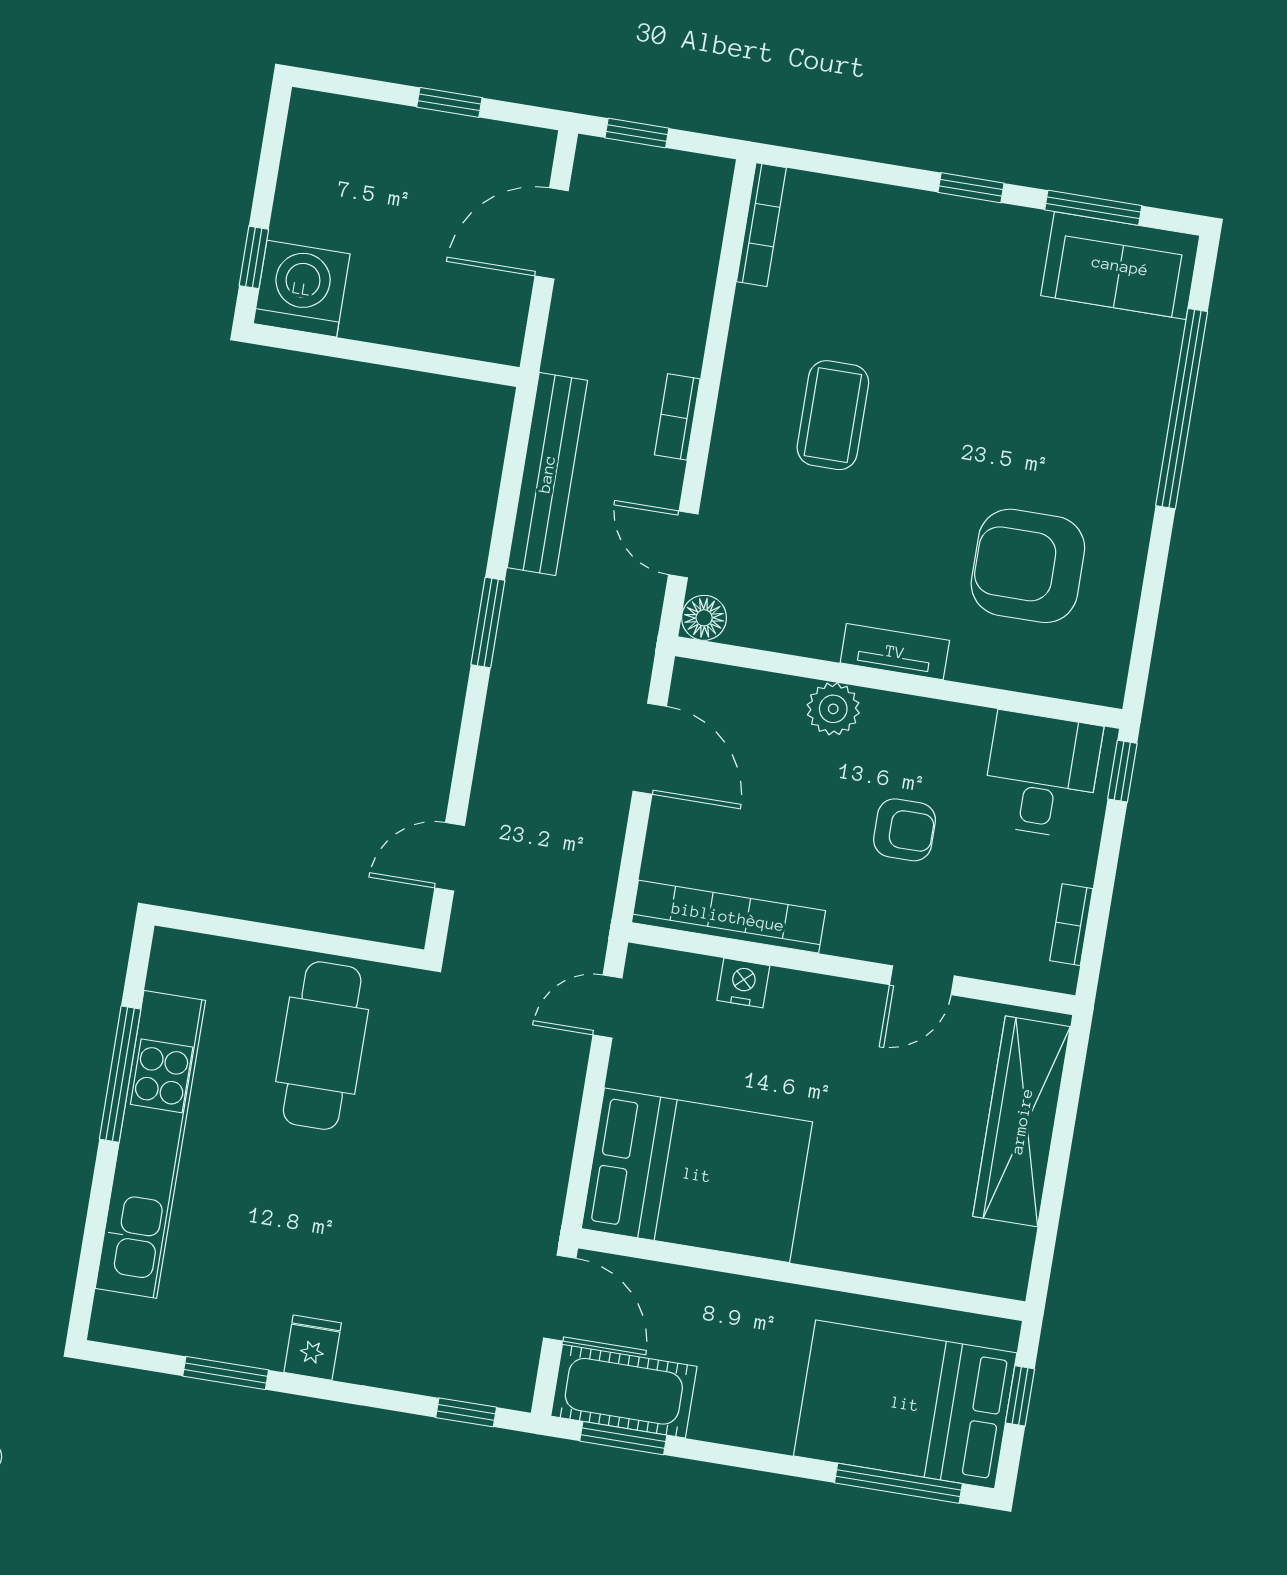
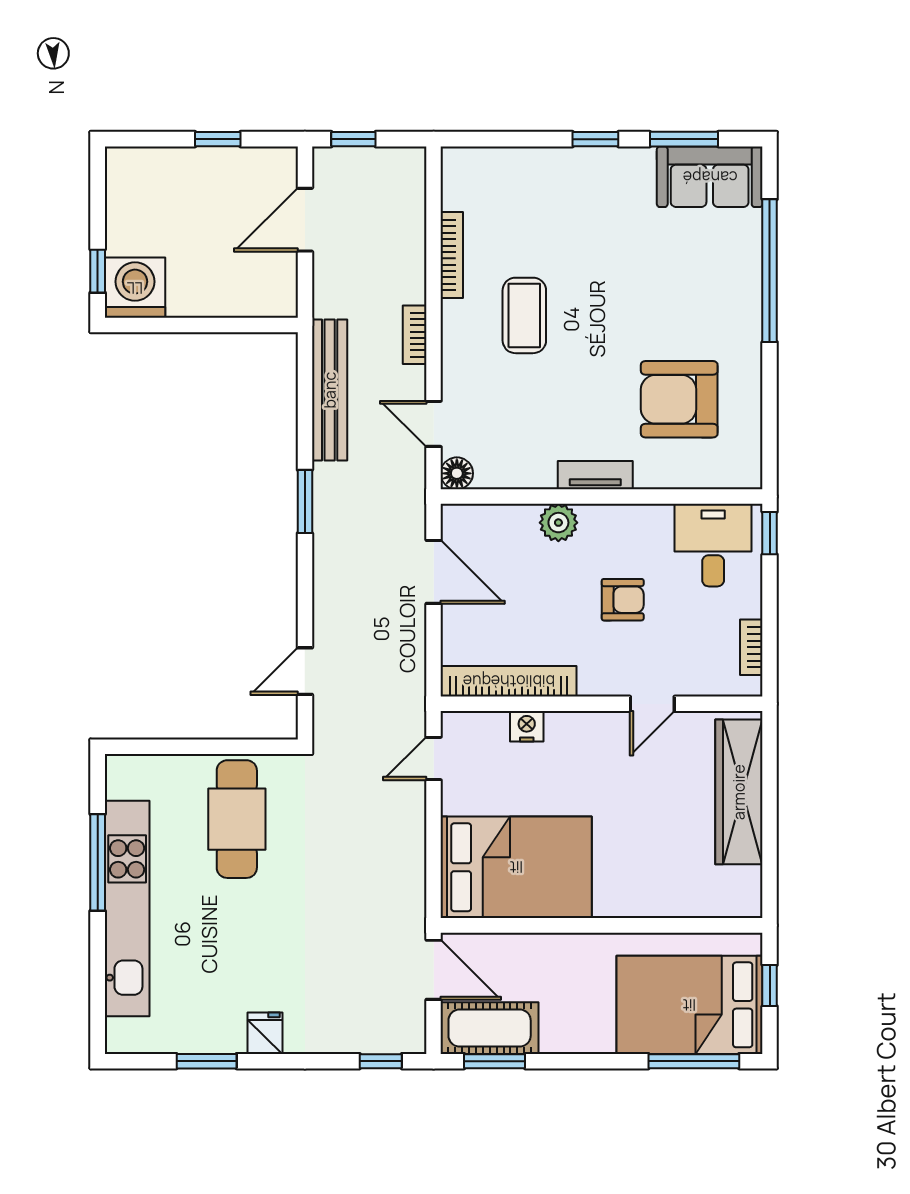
bookcase: (761, 225) -> (452, 255), moved

